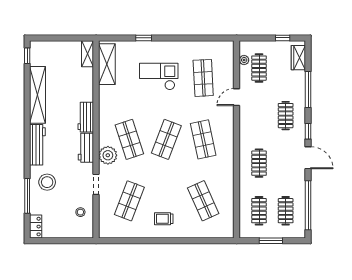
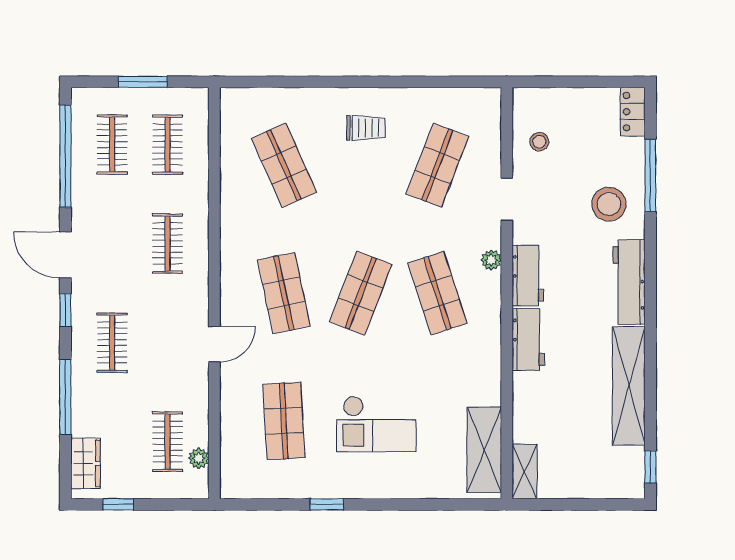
window: (144, 38) -> (327, 504), moved
door: (237, 97) -> (214, 344), moved
plant: (108, 155) -> (491, 260), width x0.53, depth x0.53

